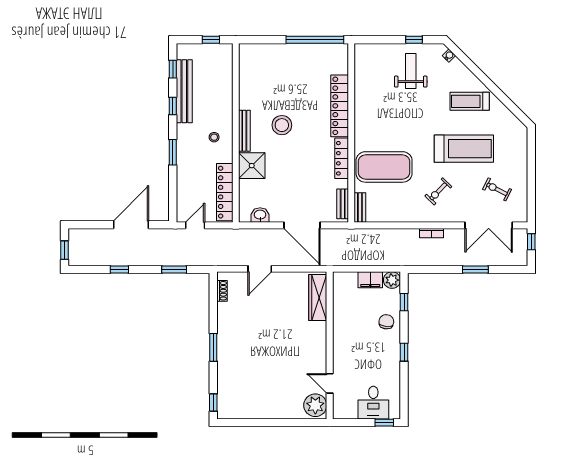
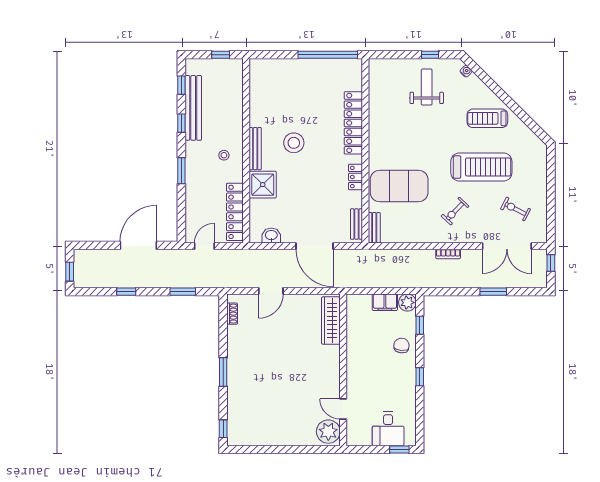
locker: (342, 158) -> (355, 177), width x0.66

